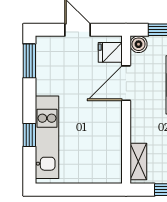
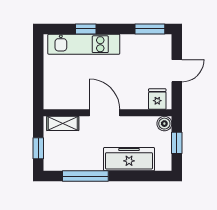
door: (126, 83) -> (105, 113), moved

